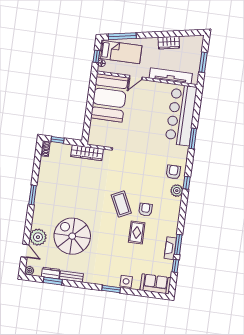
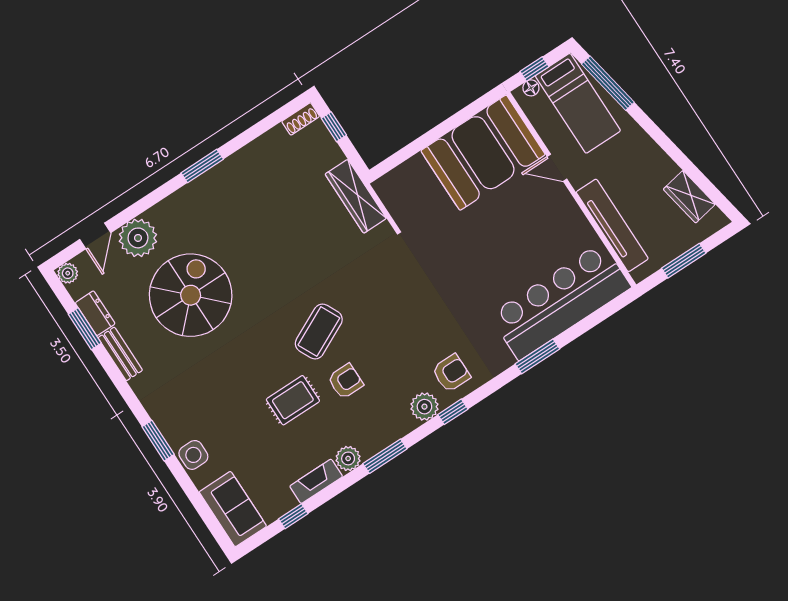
wardrobe: (169, 43) -> (689, 197), moved
plant: (172, 231) -> (348, 458), added
window: (178, 245) -> (385, 456), moved

